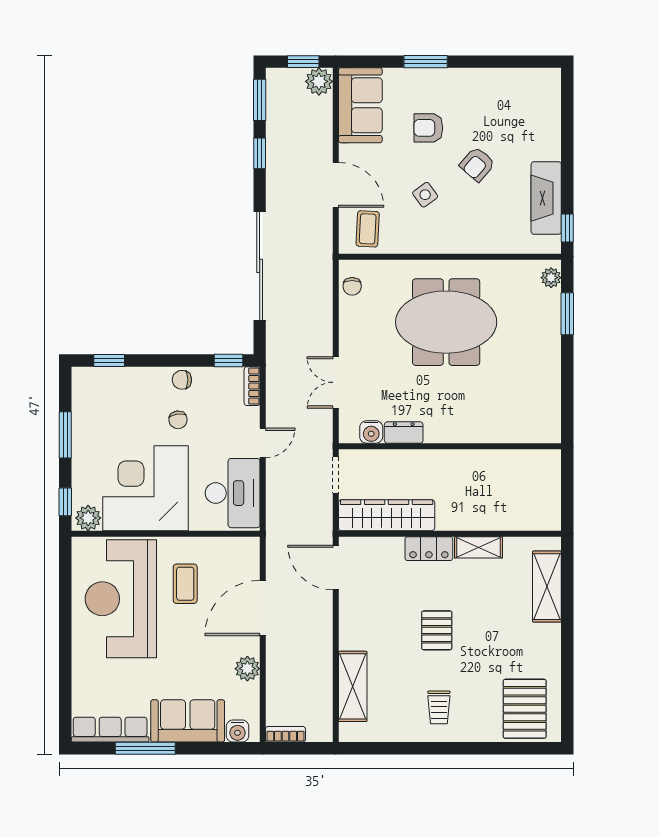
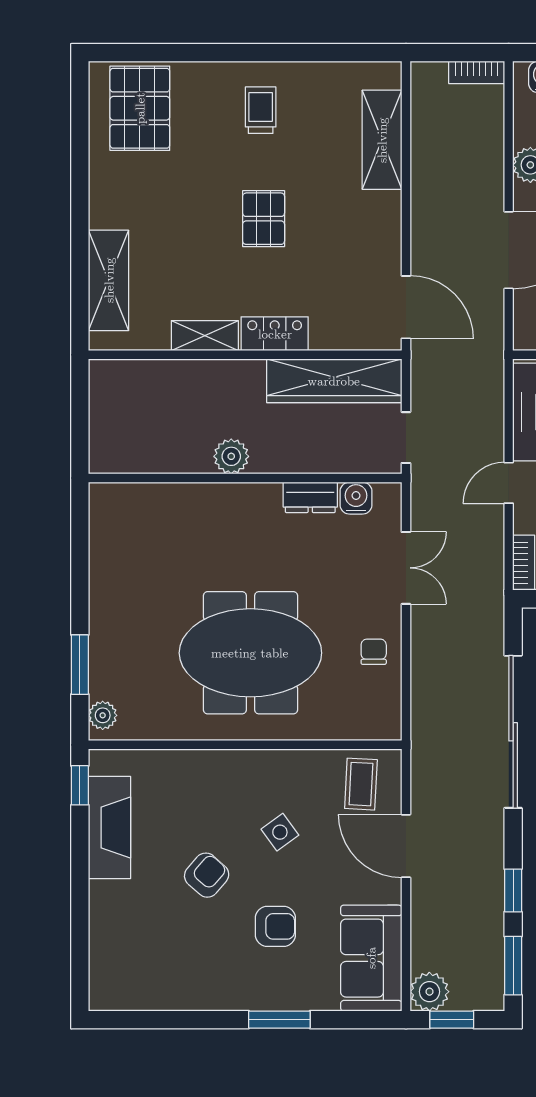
chair: (352, 286) -> (374, 652), moved
plant: (460, 462) -> (231, 456), added

